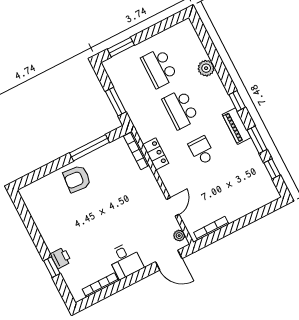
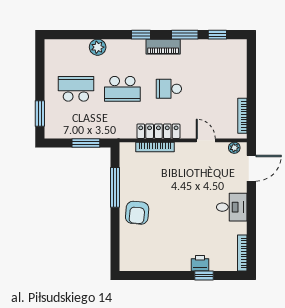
school desk: (159, 68) -> (76, 89), turned 180
bookcase: (136, 151) -> (155, 147), moved
locker: (156, 154) -> (158, 131), width x1.53
bookcase: (100, 285) -> (242, 253), moved

